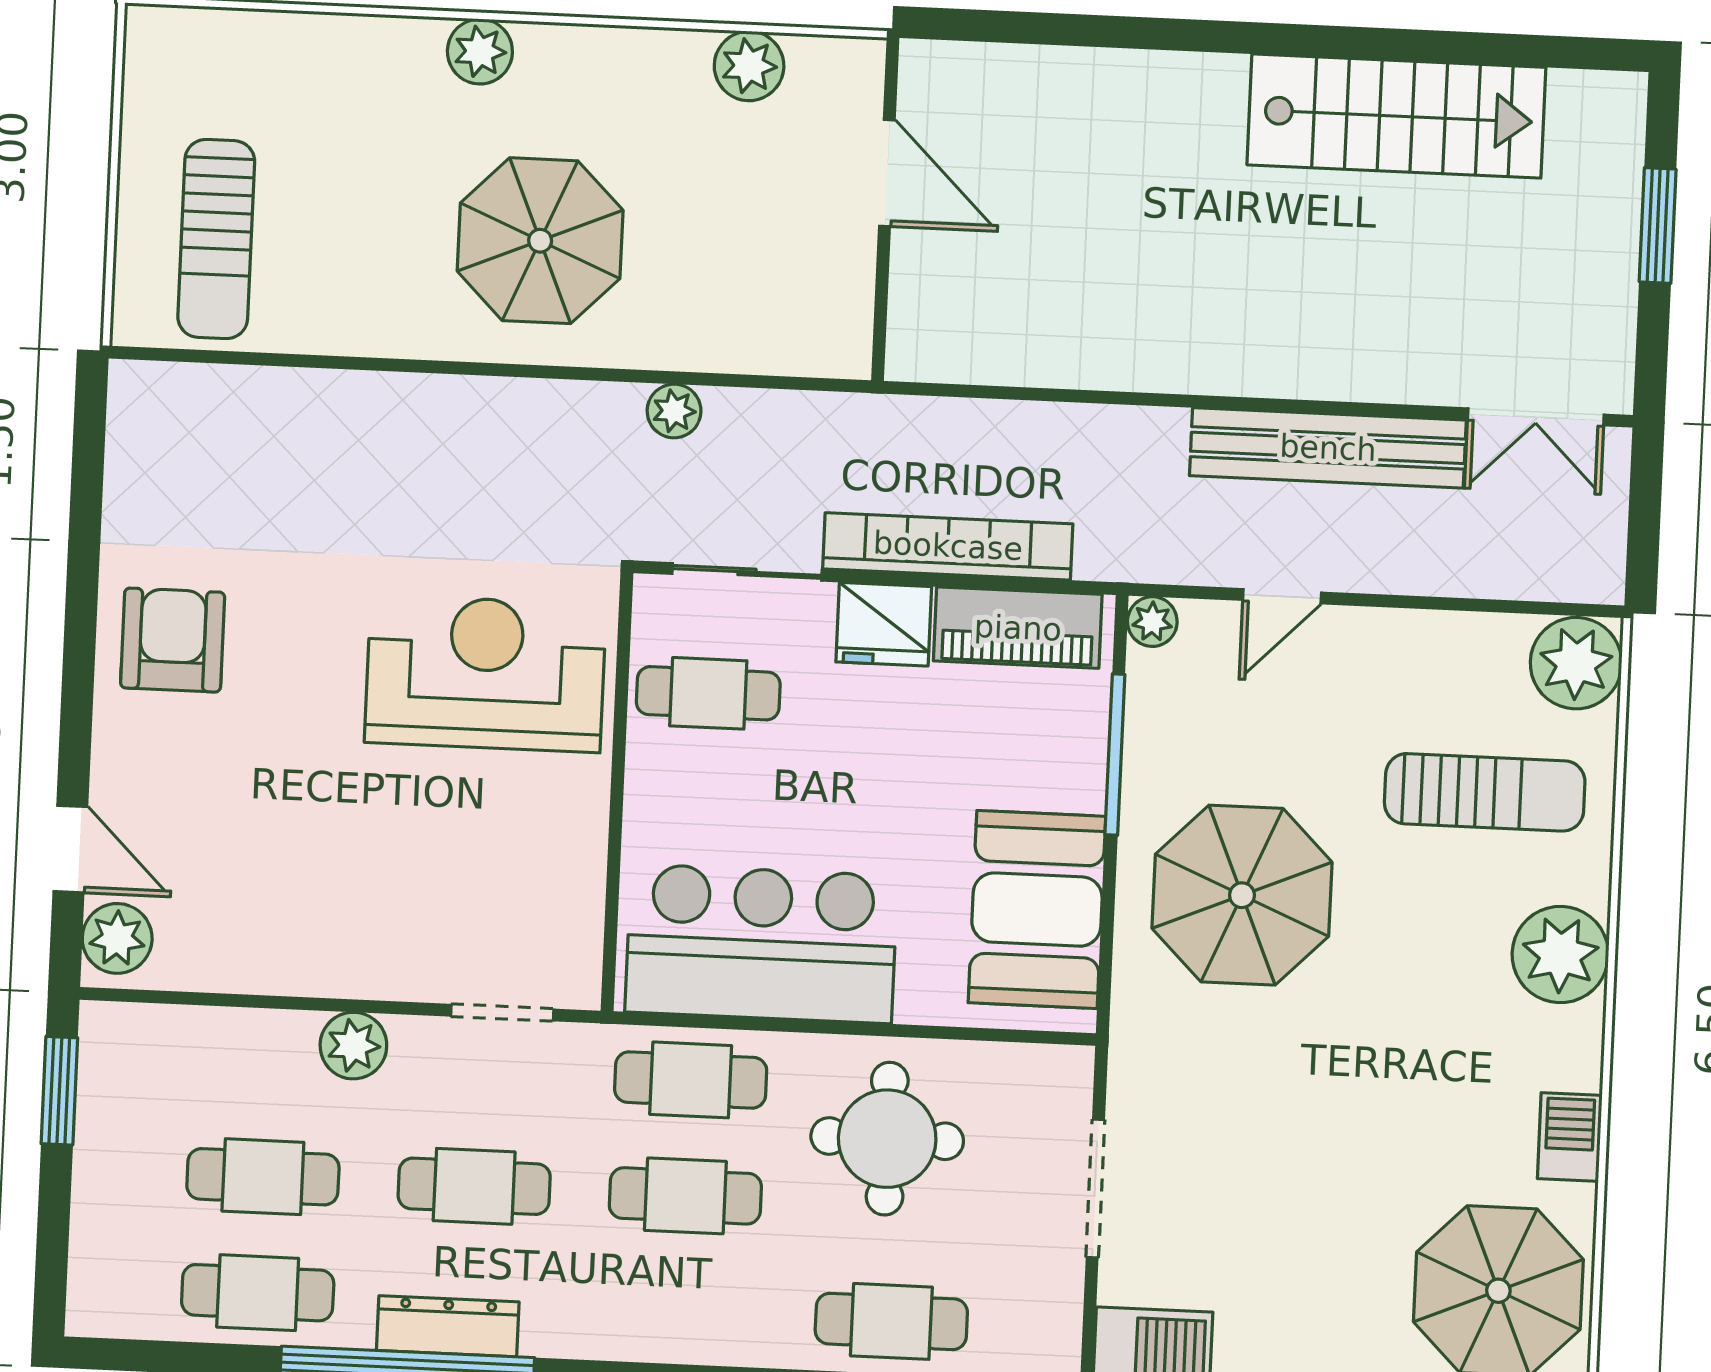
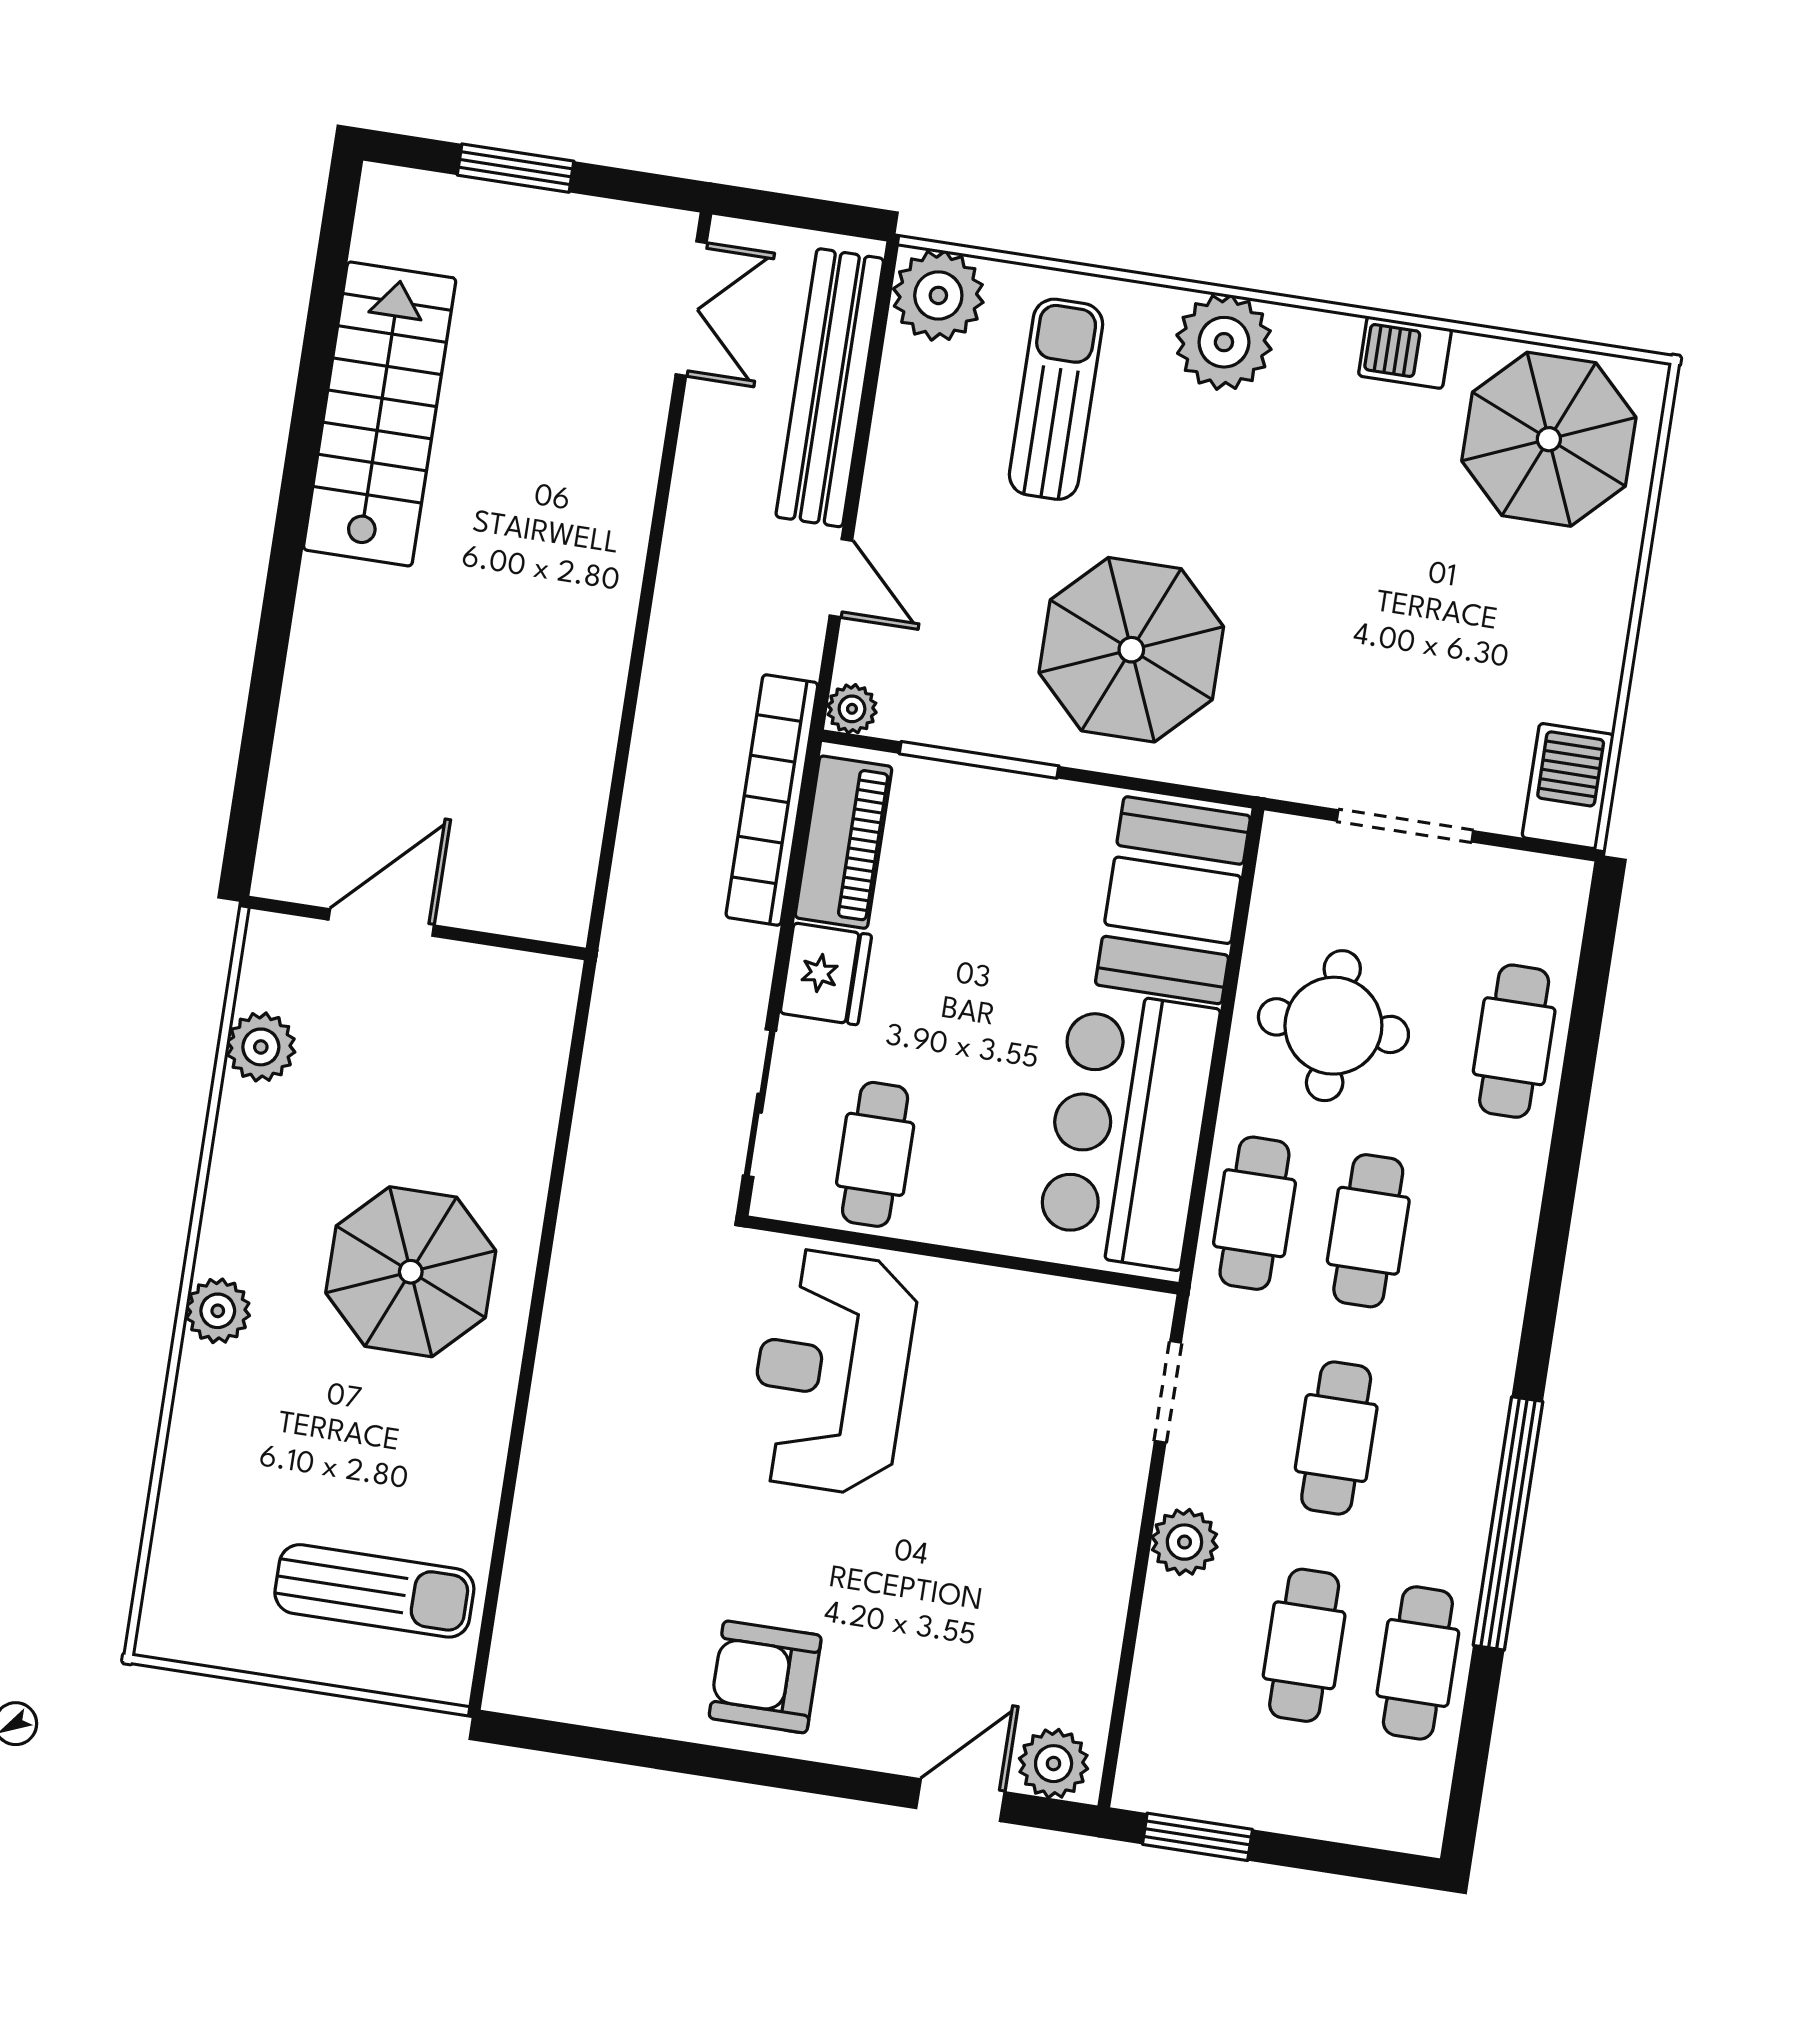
plant: (674, 411) -> (593, 1158), removed
bench: (1328, 448) -> (830, 388), moved
bookcase: (948, 546) -> (772, 800), moved
booth: (1037, 910) -> (1173, 900), moved, turned 90
dresser: (448, 1326) -> (1471, 1479), removed

